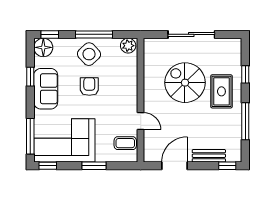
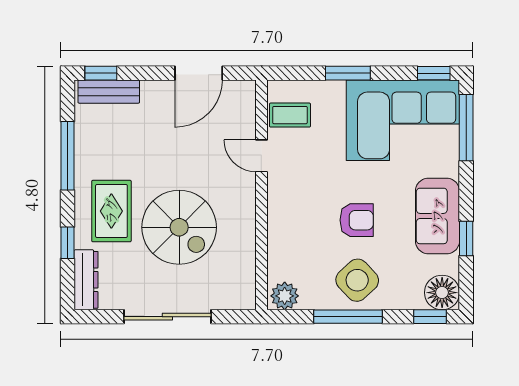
dresser: (235, 54) -> (86, 280), added
armchair: (89, 86) -> (357, 220), turned -90
bench: (209, 156) -> (109, 92), moved

